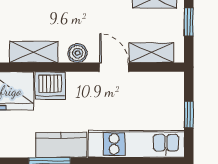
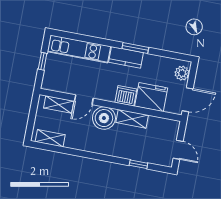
window: (189, 22) -> (32, 119), removed
boiler: (78, 53) -> (104, 118), width x1.86, depth x1.86
door: (114, 67) -> (84, 100), hinge flipped

